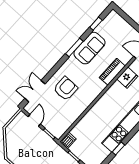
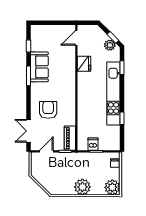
piano: (112, 72) -> (70, 138), moved
door: (34, 120) -> (46, 151), hinge flipped
dishwasher: (68, 140) -> (93, 144), moved

